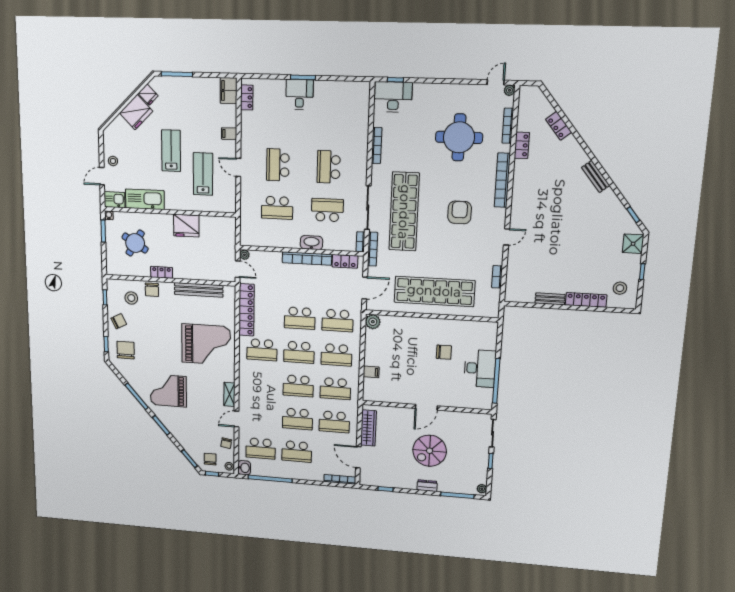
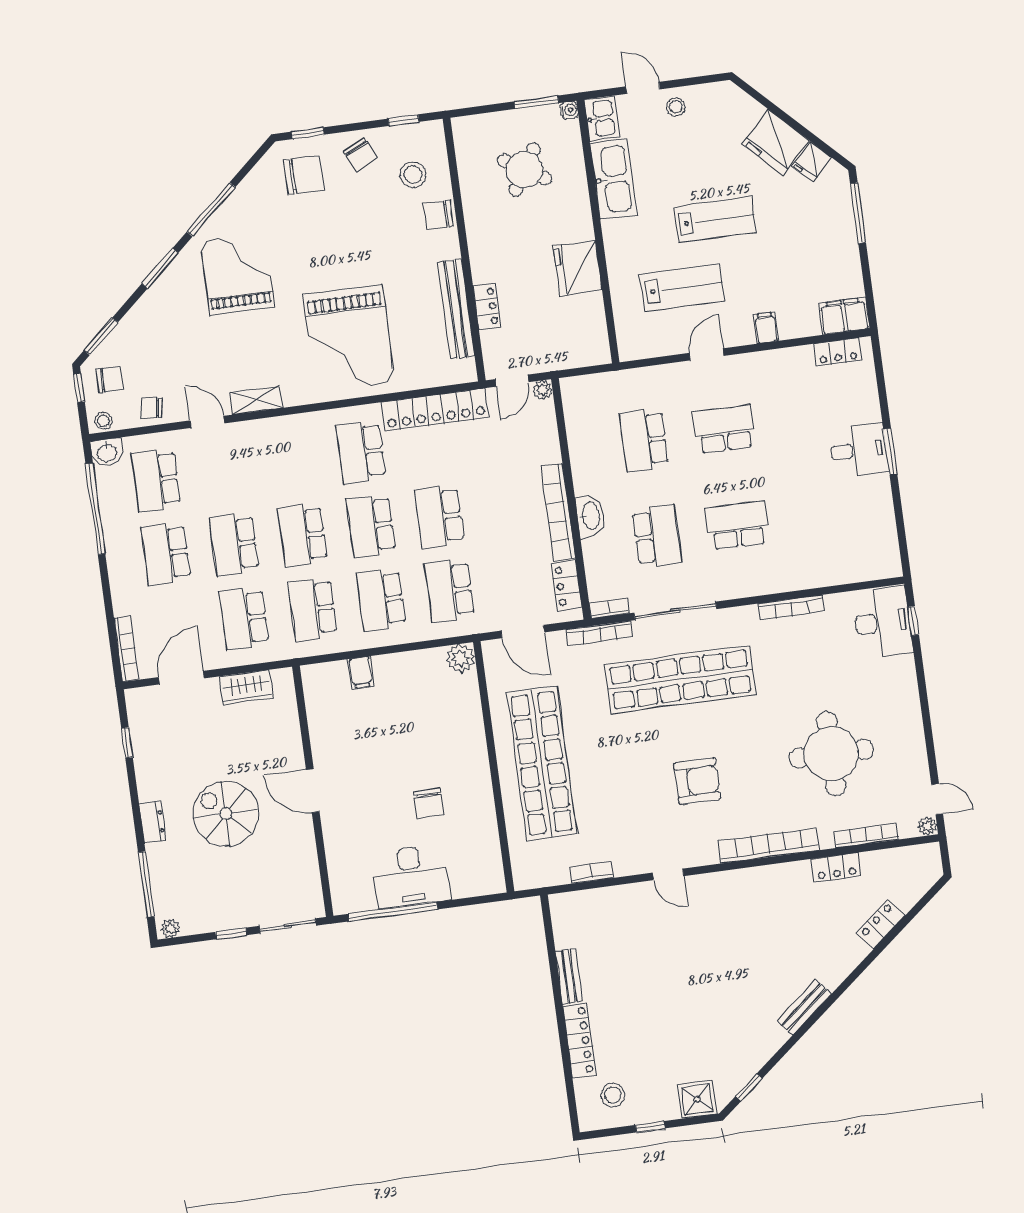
locker: (162, 272) -> (487, 307), moved
wardrobe: (368, 428) -> (246, 687), width x0.67

